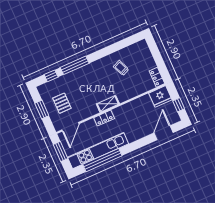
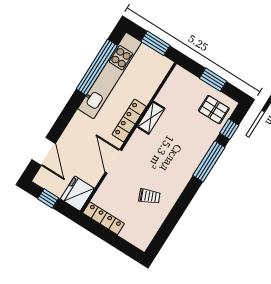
locker: (157, 77) -> (104, 218), width x1.53
pallet: (62, 103) -> (214, 110), moved
shelving: (108, 104) -> (151, 118), moved
locker: (104, 118) -> (129, 120), width x1.53
door: (70, 127) -> (113, 161), moved

